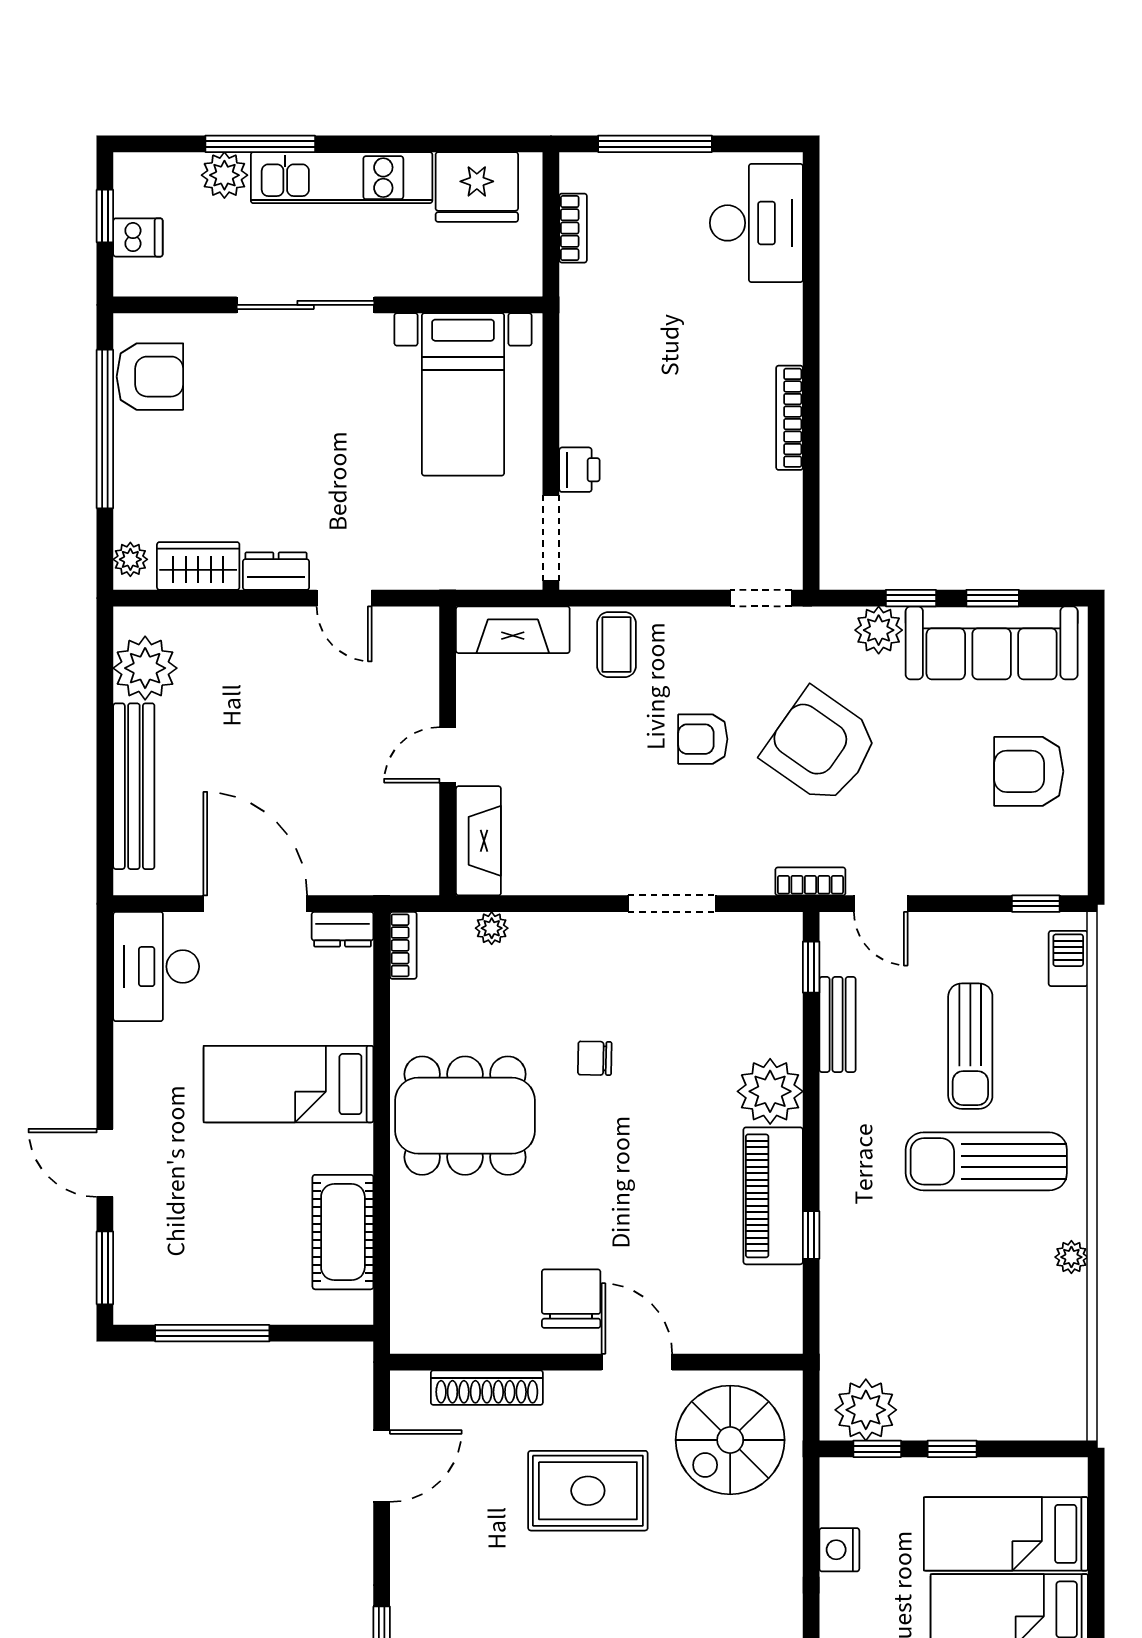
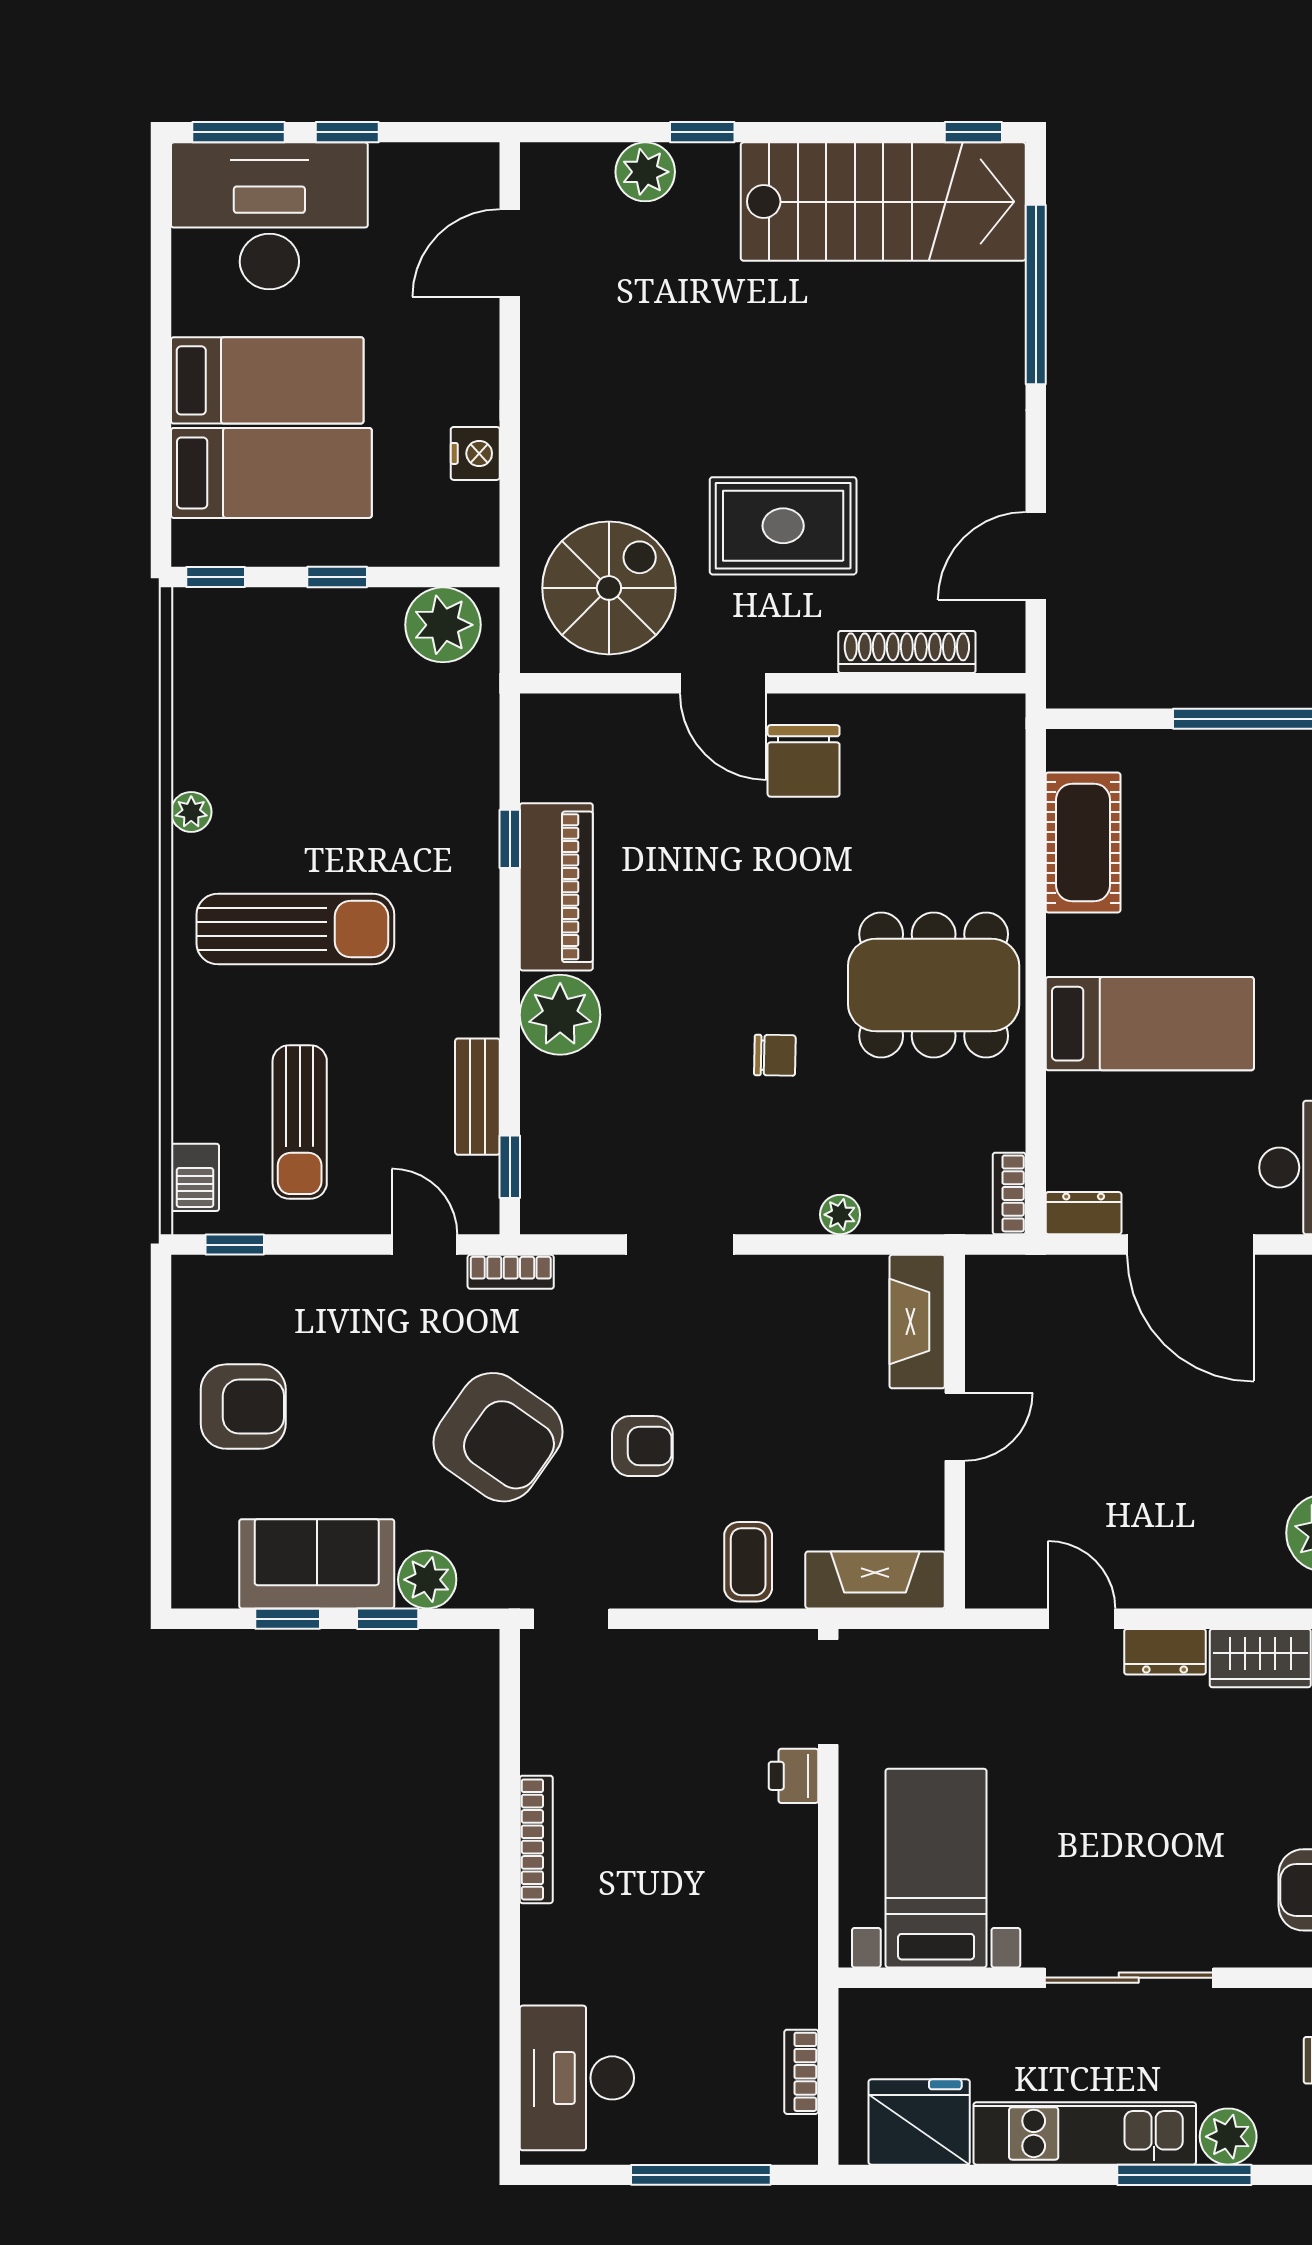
sofa: (992, 643) -> (317, 1564), width x0.73
plant: (492, 928) -> (840, 1215), moved
sun lounger: (970, 1046) -> (300, 1122), moved, turned 180
window: (877, 1449) -> (216, 577), moved

